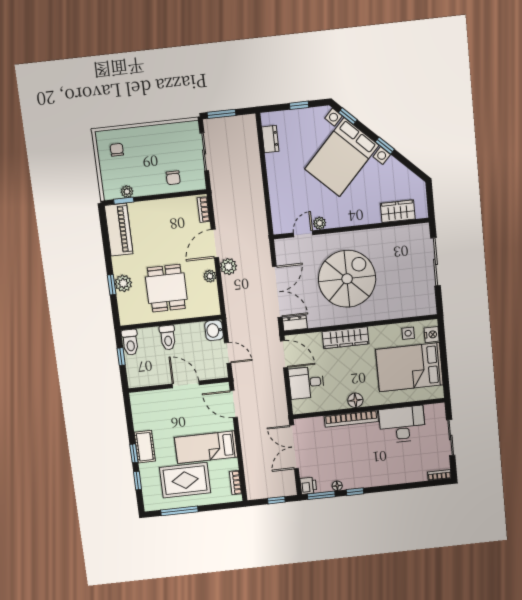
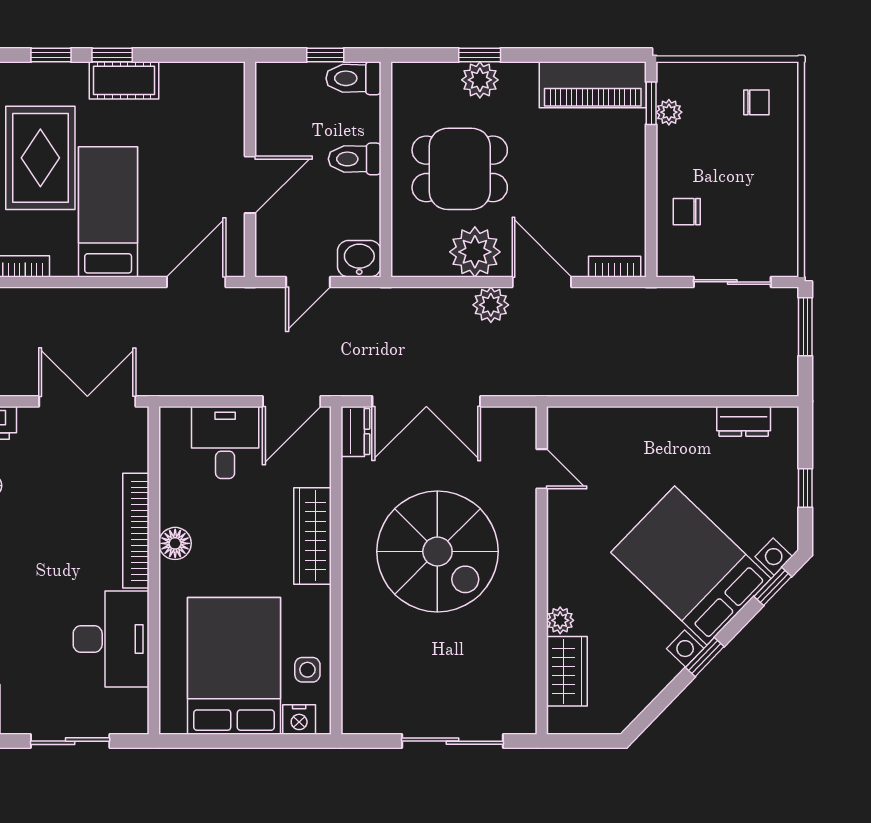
plant: (320, 223) -> (560, 620), moved
plant: (210, 276) -> (475, 252), width x1.88, depth x1.88

